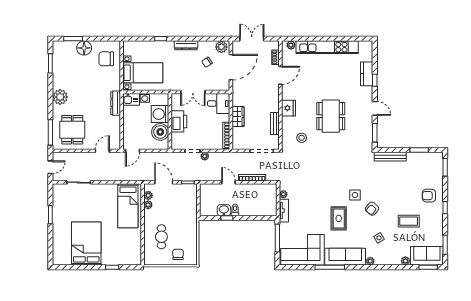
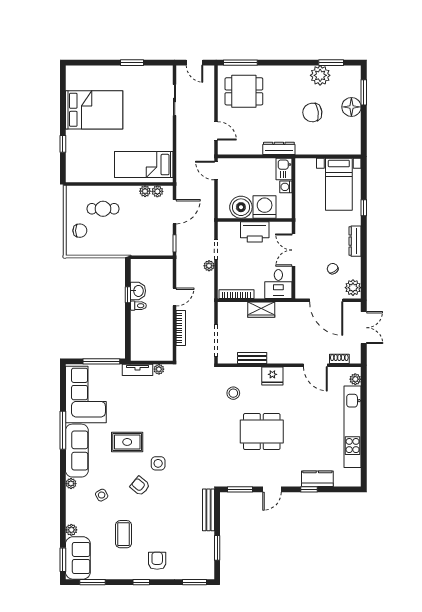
chair: (106, 59) -> (312, 112), moved, turned -98
bed with nightstands: (143, 73) -> (339, 184), moved
plant: (60, 97) -> (320, 75), moved

